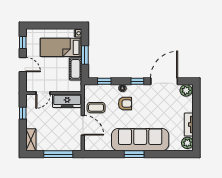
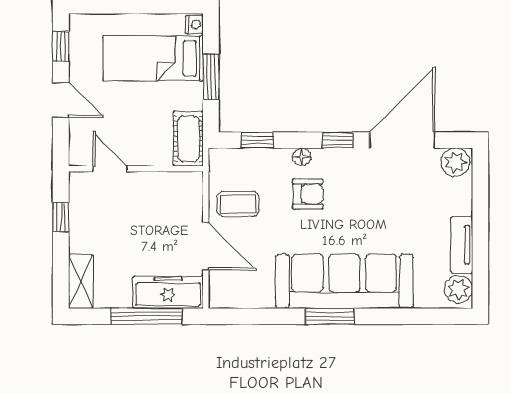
cot: (76, 69) -> (188, 139), moved
door: (43, 93) -> (110, 169), swing flipped
freezer: (67, 101) -> (168, 292), moved, turned 180

